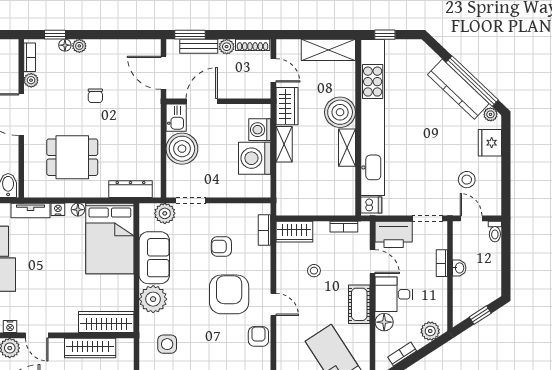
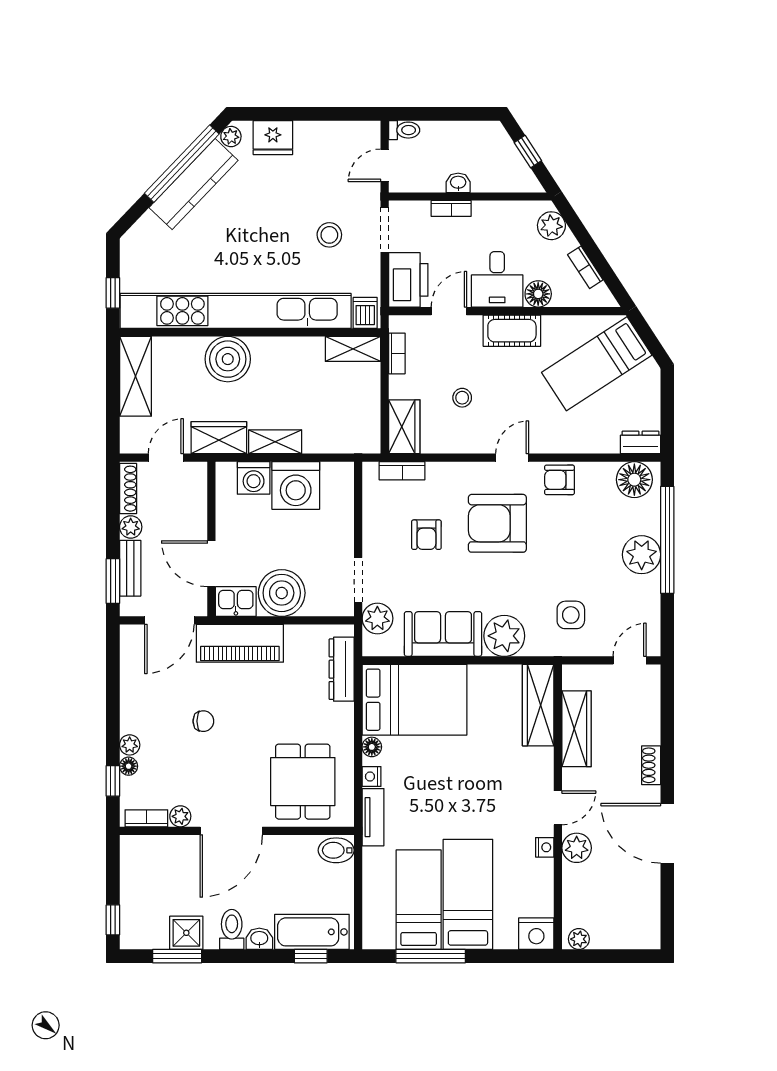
piano: (148, 120) -> (240, 643), added
shelving: (347, 148) -> (353, 349), moved
dining table: (72, 157) -> (303, 782), moved
stool: (467, 180) -> (329, 235), moved

